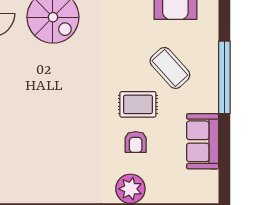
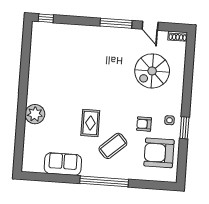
armchair: (136, 142) -> (144, 124), moved

